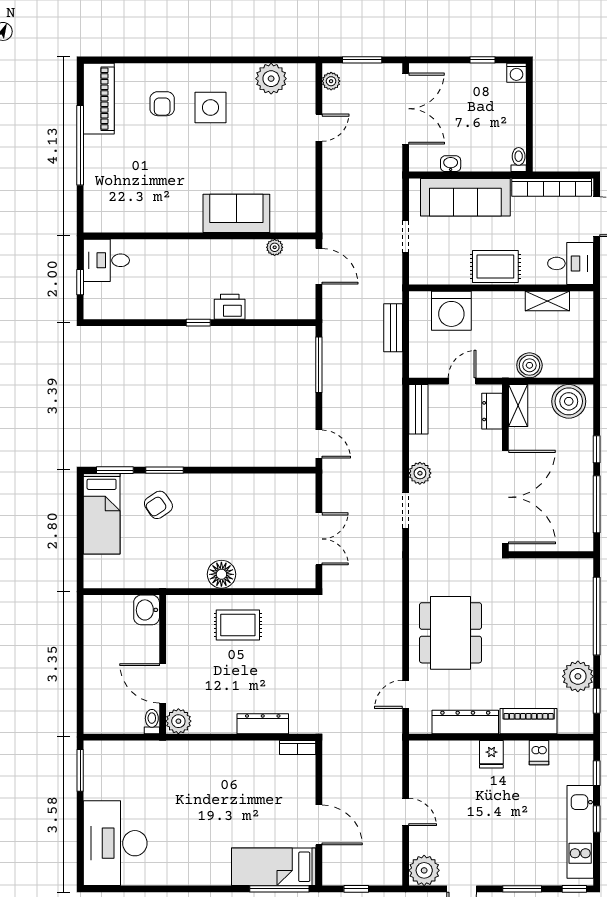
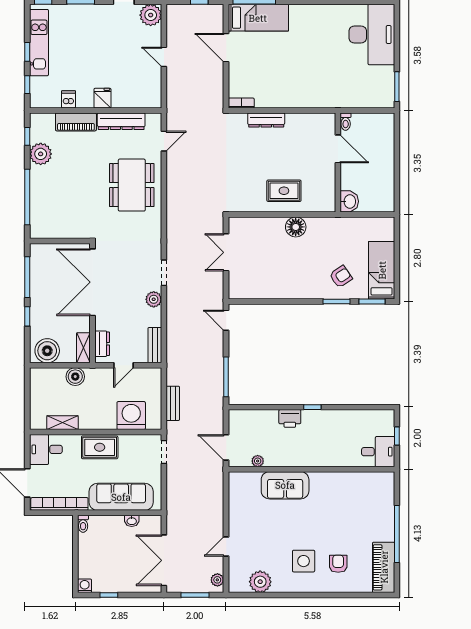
doorway: (406, 237) -> (164, 452), moved
plant: (178, 721) -> (327, 122), removed

